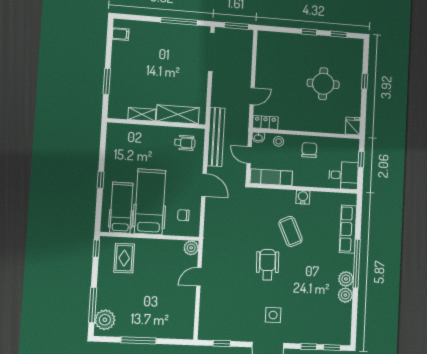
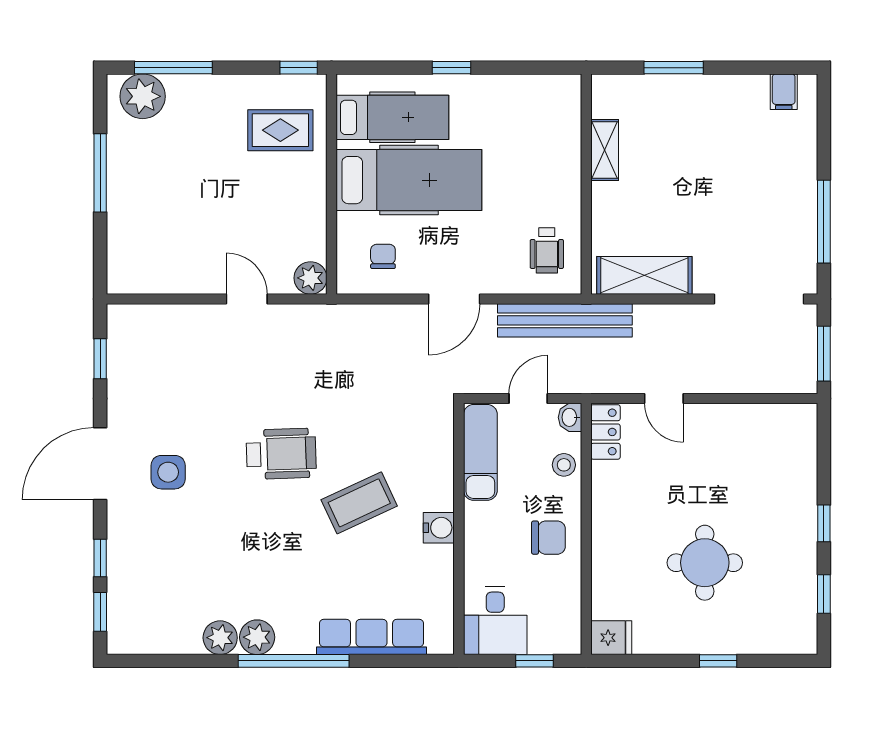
shelving: (178, 115) -> (644, 275), moved, turned 90

